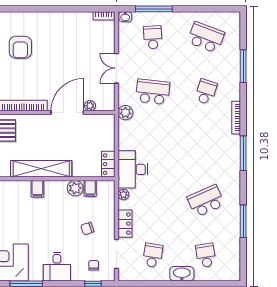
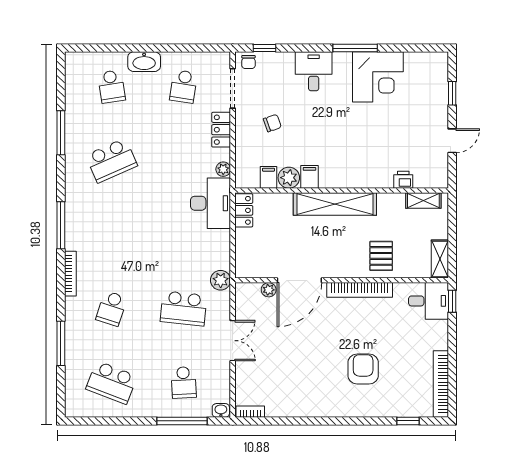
filing cabinet: (37, 189) -> (309, 177), moved
chair: (94, 265) -> (248, 62), moved

